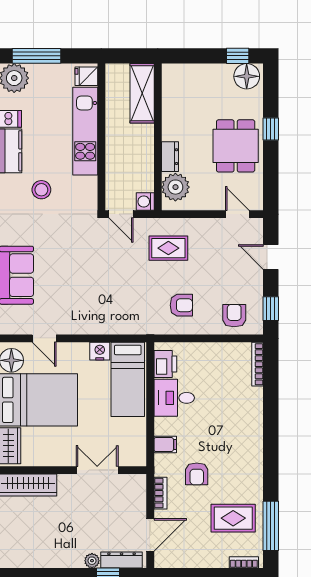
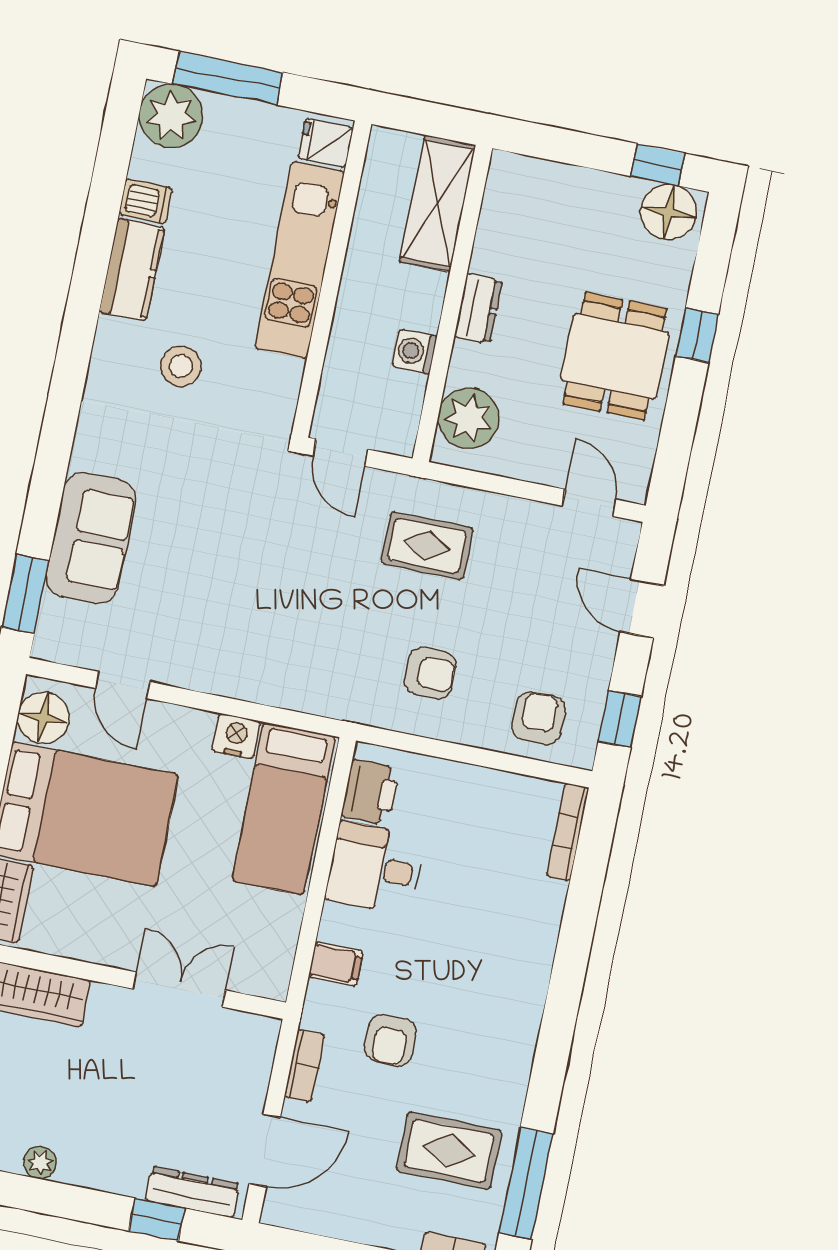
dresser: (170, 157) -> (478, 309), moved
washing machine: (145, 202) -> (415, 351), moved
plant: (92, 561) -> (40, 1163), moved

